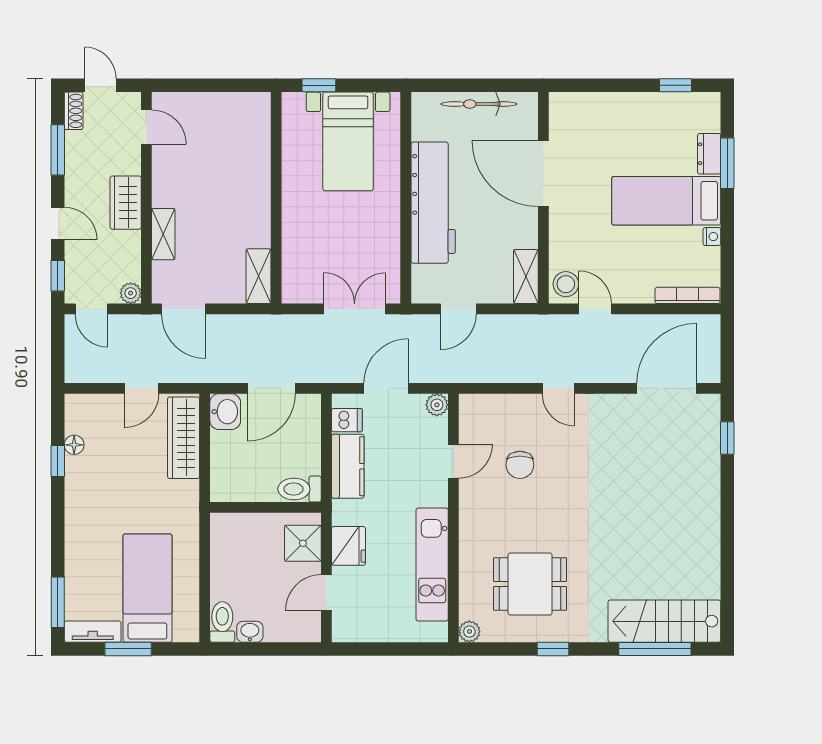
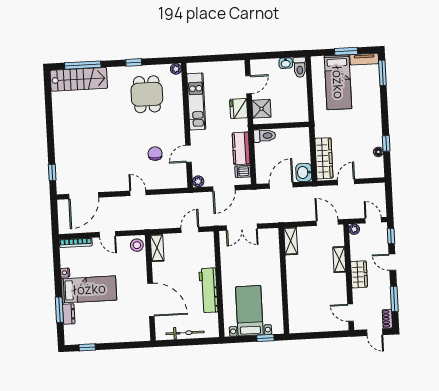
workbench: (433, 203) -> (208, 290), width x0.73, depth x0.76
door: (595, 309) -> (107, 234), moved
dining table: (530, 584) -> (147, 94), turned 90

